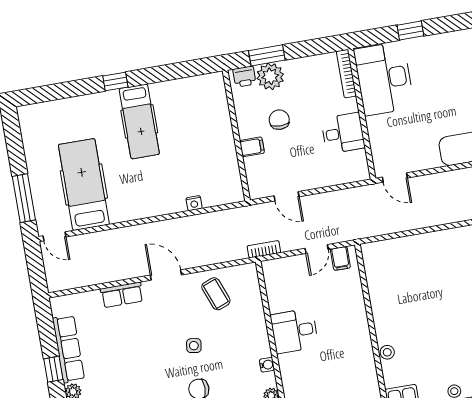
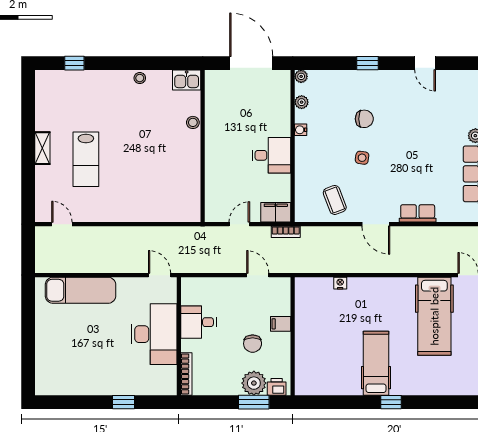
desk: (384, 79) -> (154, 334), moved
filing cabinet: (340, 258) -> (276, 212), moved, width x2.00

